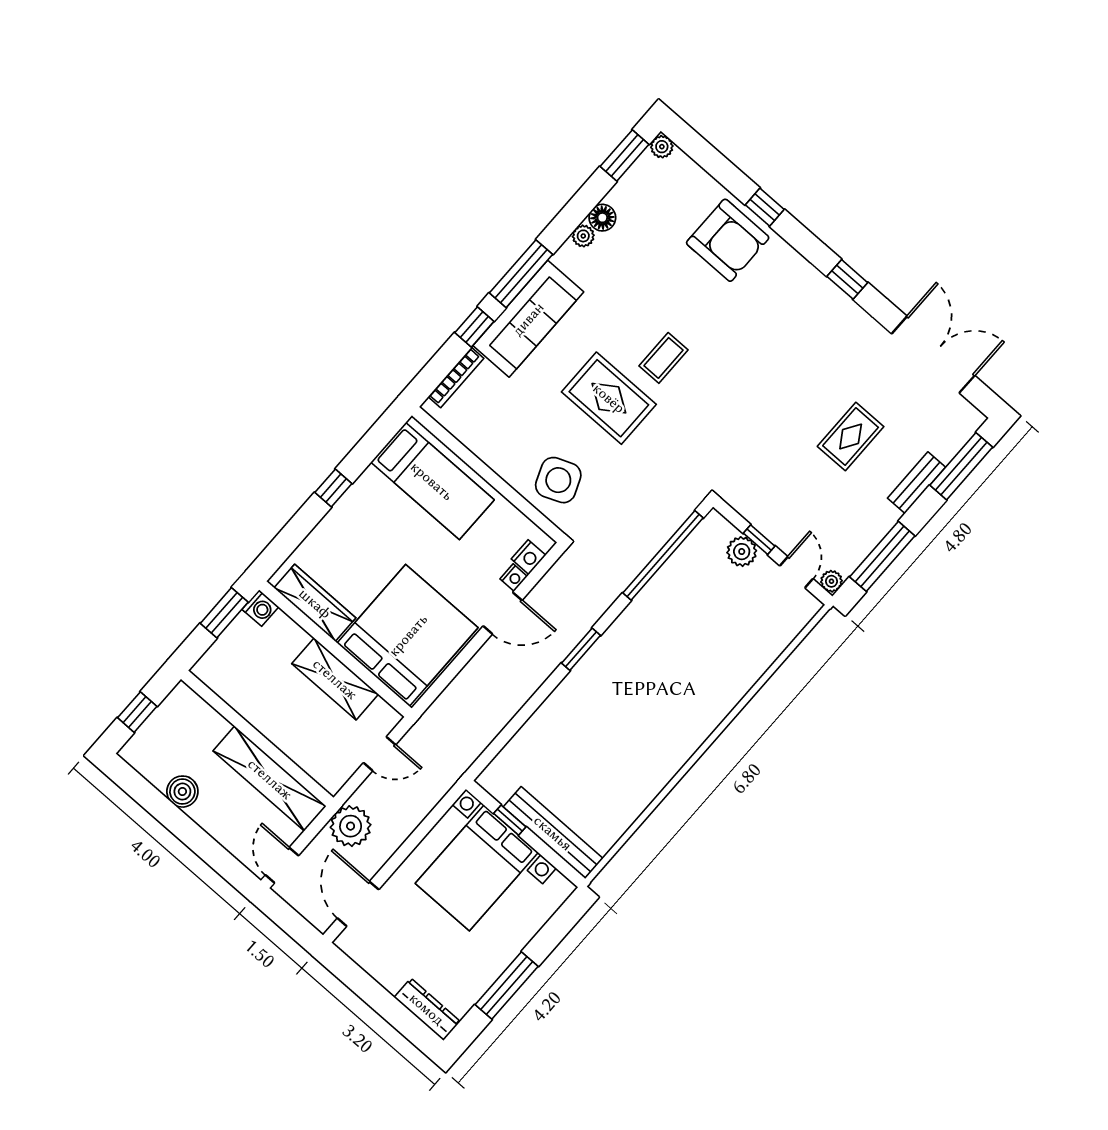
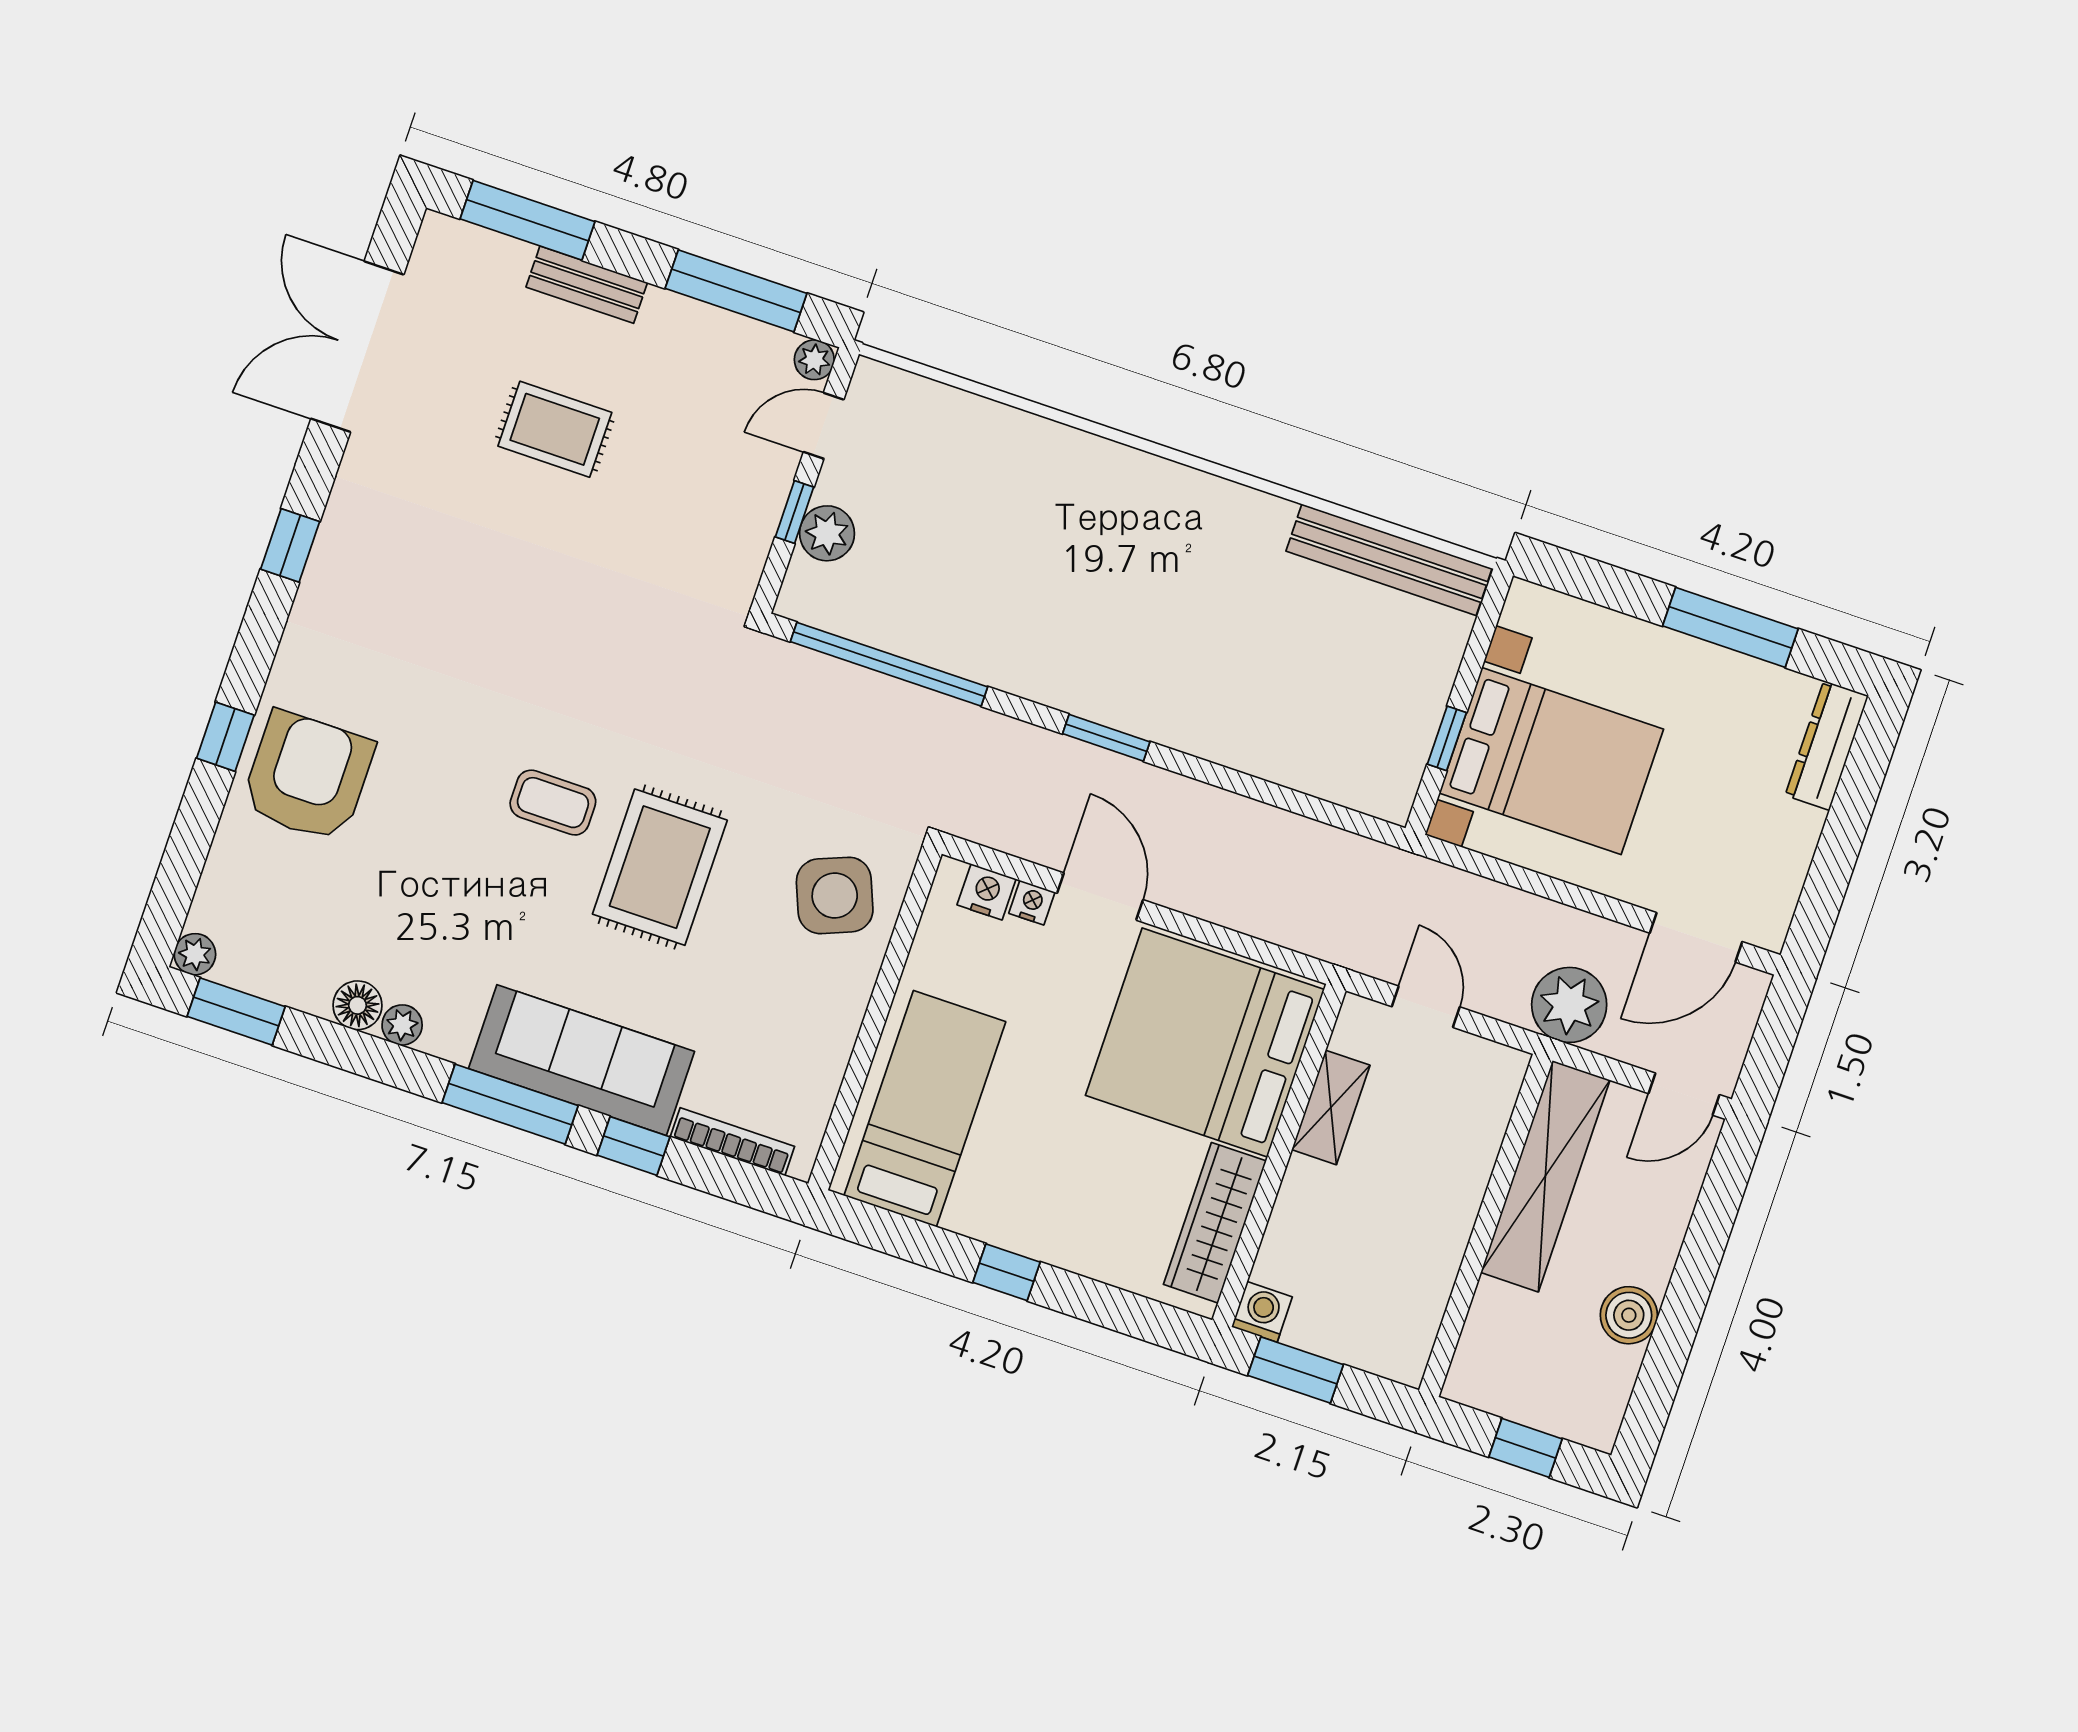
shelving: (335, 679) -> (1331, 1107), width x0.67, depth x0.75
bench: (553, 833) -> (1389, 560), moved, turned 90

